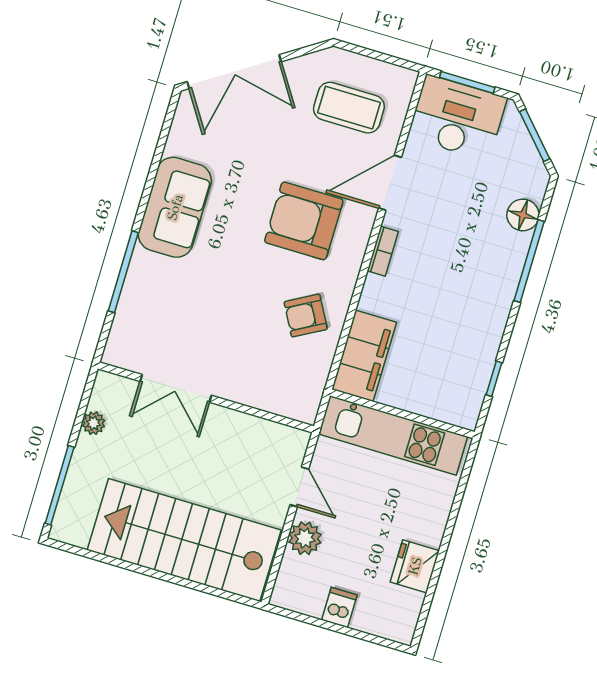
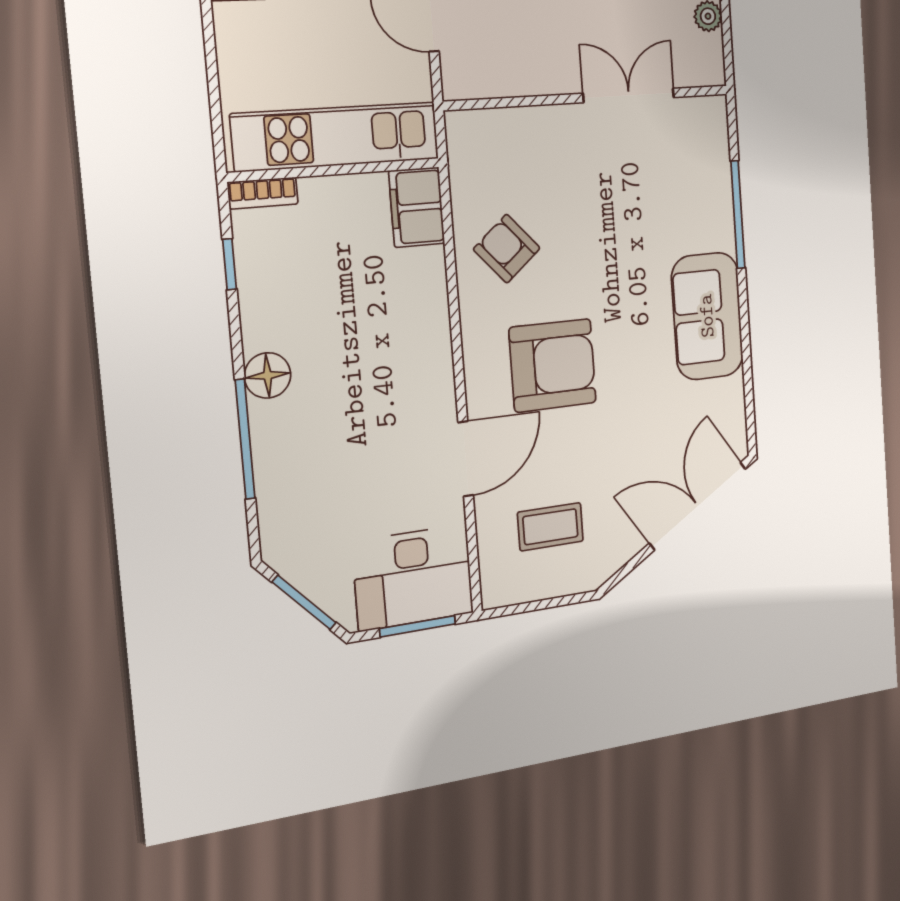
coffee table: (349, 108) -> (550, 527), width x0.73, depth x0.77
floor lamp: (523, 215) -> (268, 375), moved
bookcase: (383, 251) -> (263, 193), moved, turned -90
armchair: (306, 316) -> (507, 249), turned -102
filing cabinet: (364, 356) -> (417, 207), width x0.67, depth x0.86

